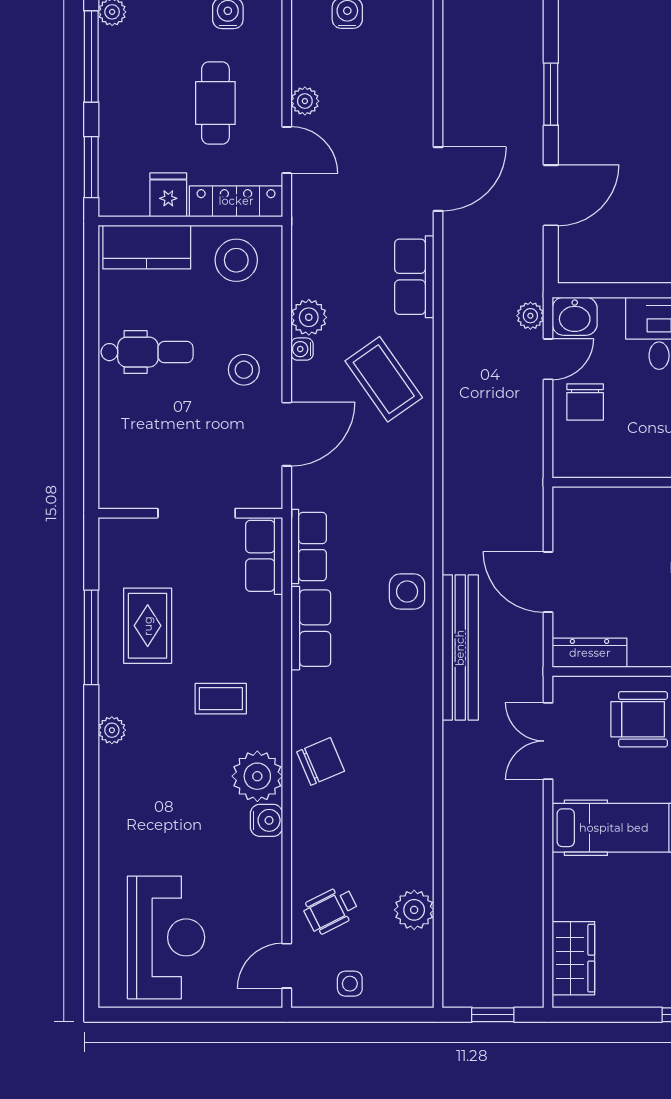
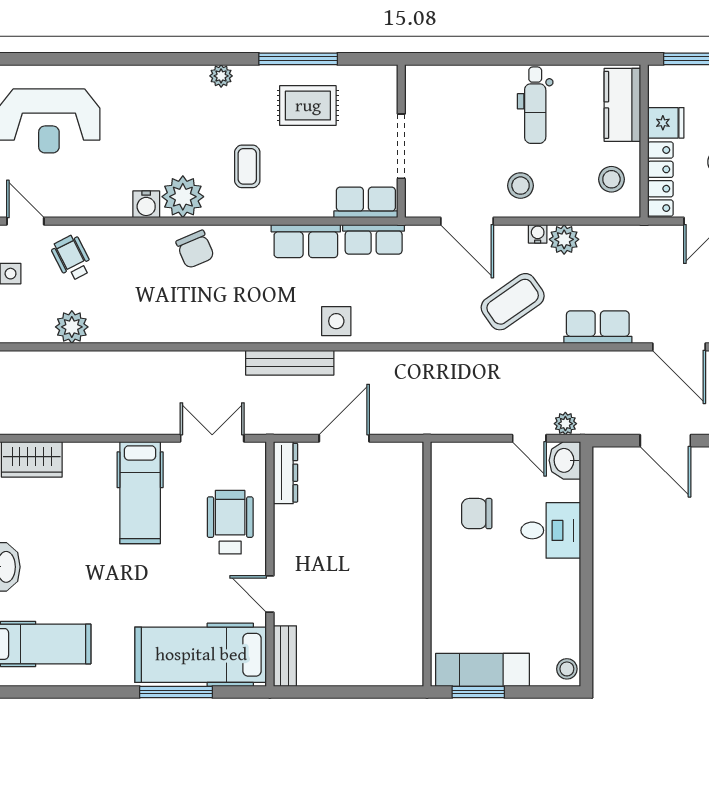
stool: (236, 260) -> (611, 179), width x0.73, depth x0.73
chair: (585, 402) -> (477, 514), moved
bench: (460, 648) -> (290, 363), width x0.73, depth x0.82

